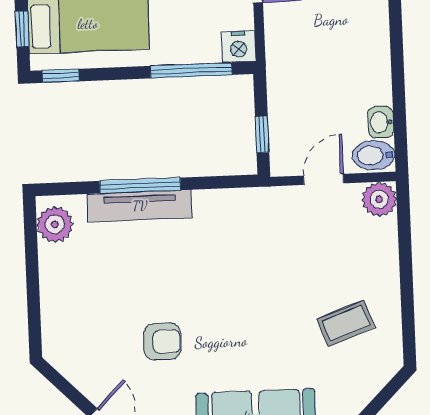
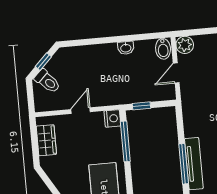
washbasin: (381, 122) -> (126, 48), moved
window: (262, 134) -> (141, 106), moved
door: (324, 179) -> (176, 73), hinge flipped

